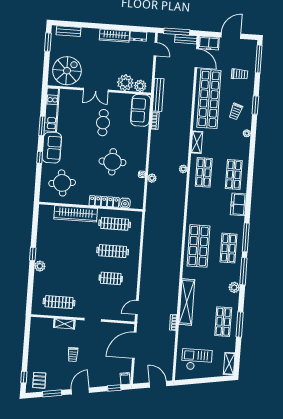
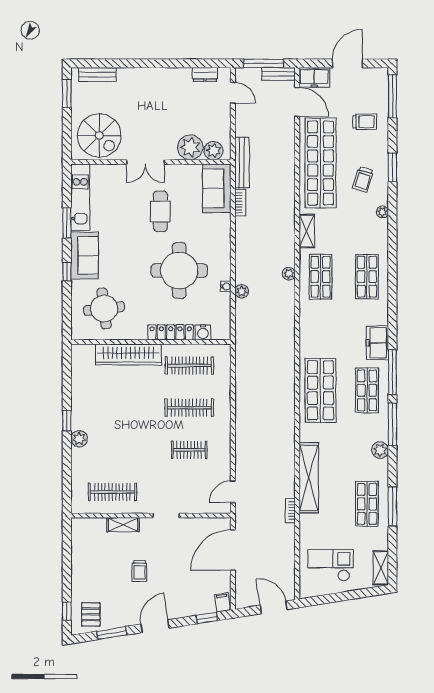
wardrobe: (114, 36) -> (168, 76), removed
spiral stairs: (67, 71) -> (99, 135), turned 90
round table: (112, 162) -> (179, 271), width x1.36, depth x1.36
freezer: (238, 204) -> (377, 343), moved

